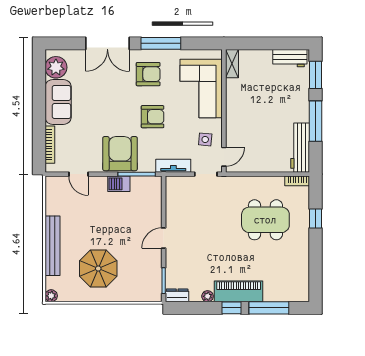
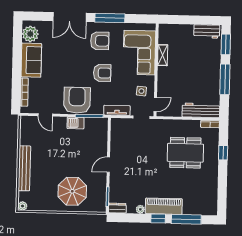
shelving: (232, 64) -> (163, 55), moved
workbench: (300, 148) -> (201, 110), moved, turned 90
parasol: (98, 269) -> (72, 191), moved

